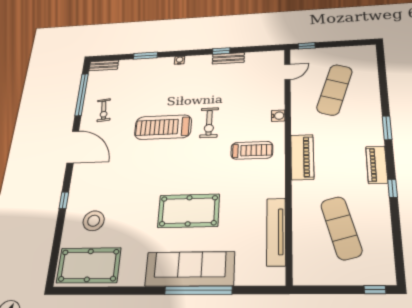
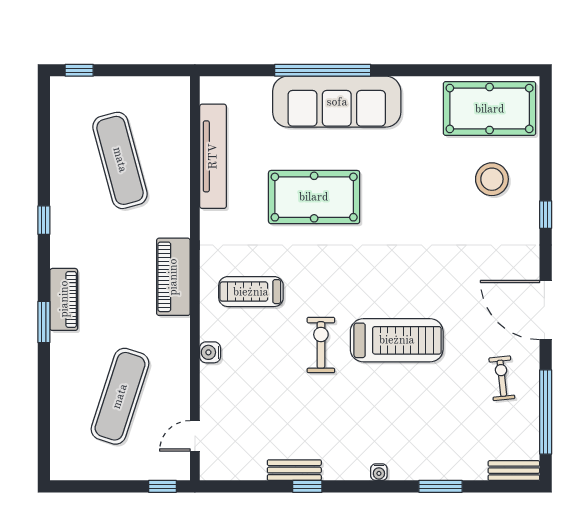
piano: (377, 165) -> (64, 299), moved
pool table: (189, 211) -> (314, 197), moved

